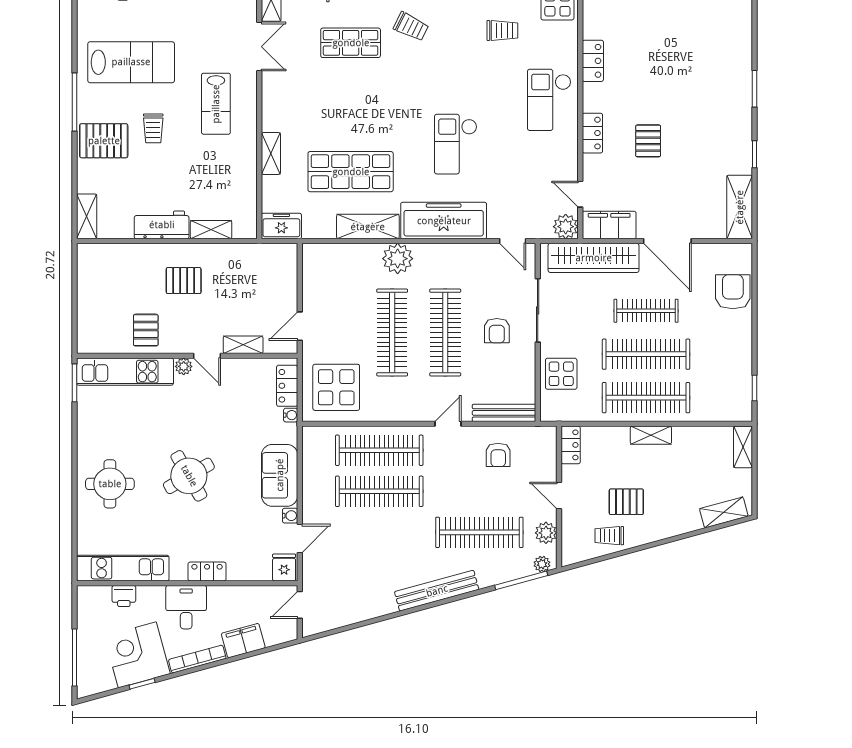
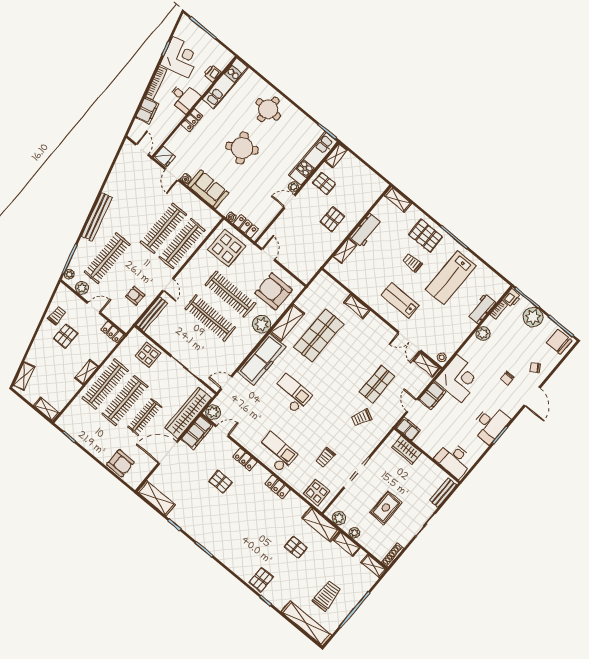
pallet: (104, 141) -> (426, 236), turned 90
freezer: (281, 226) -> (320, 284), removed
armchair: (497, 331) -> (274, 291), moved, width x1.88, depth x1.88
shelving: (243, 345) -> (336, 156), moved

